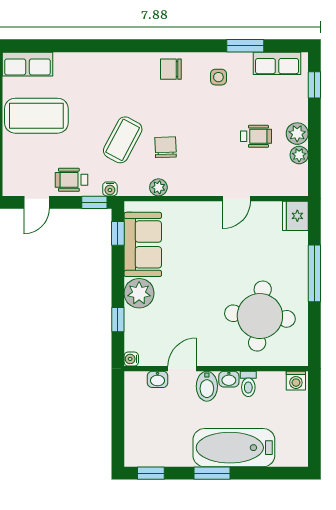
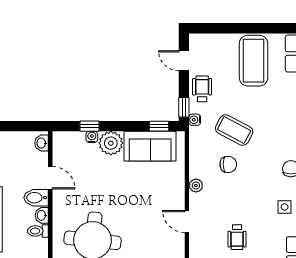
plant: (158, 187) -> (196, 185), moved
water cooler: (131, 359) -> (92, 137), moved
washbasin: (158, 379) -> (42, 143), moved

